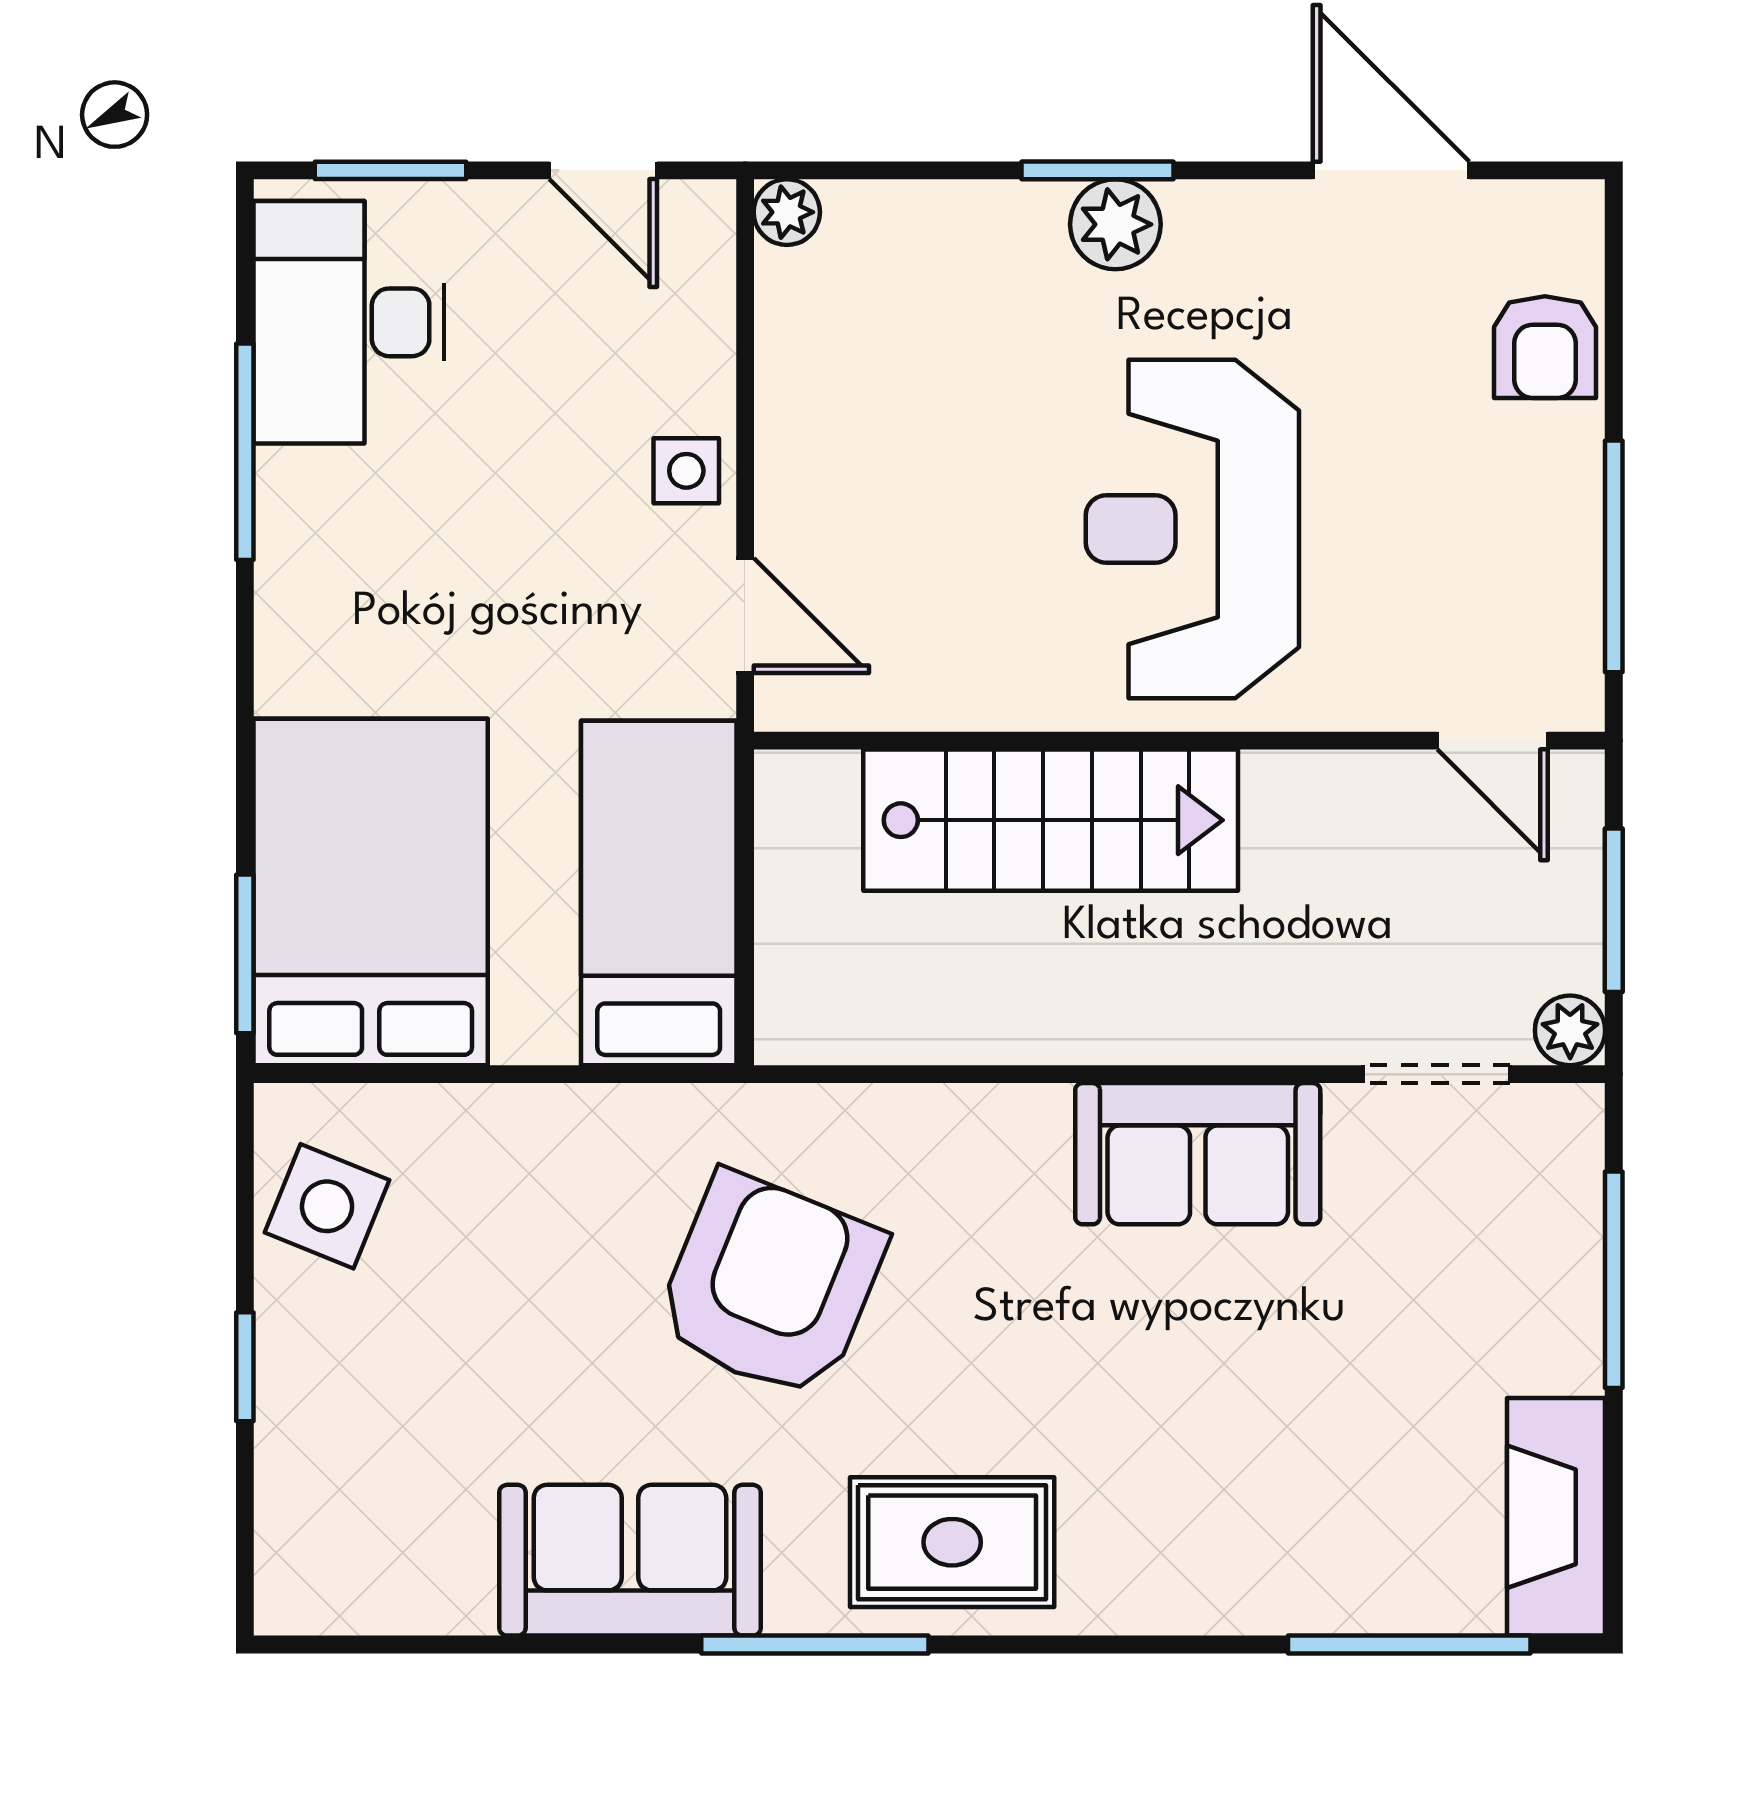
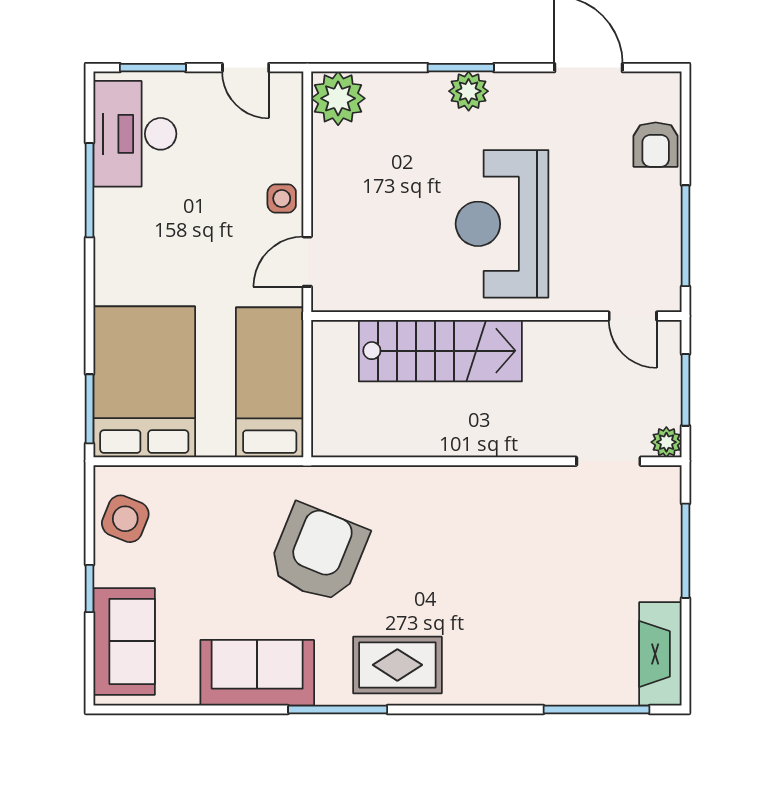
plant: (787, 212) -> (338, 98), width x1.87, depth x1.87
door: (745, 616) -> (307, 262), swing flipped
sofa: (1198, 1154) -> (124, 641), moved, turned -90

